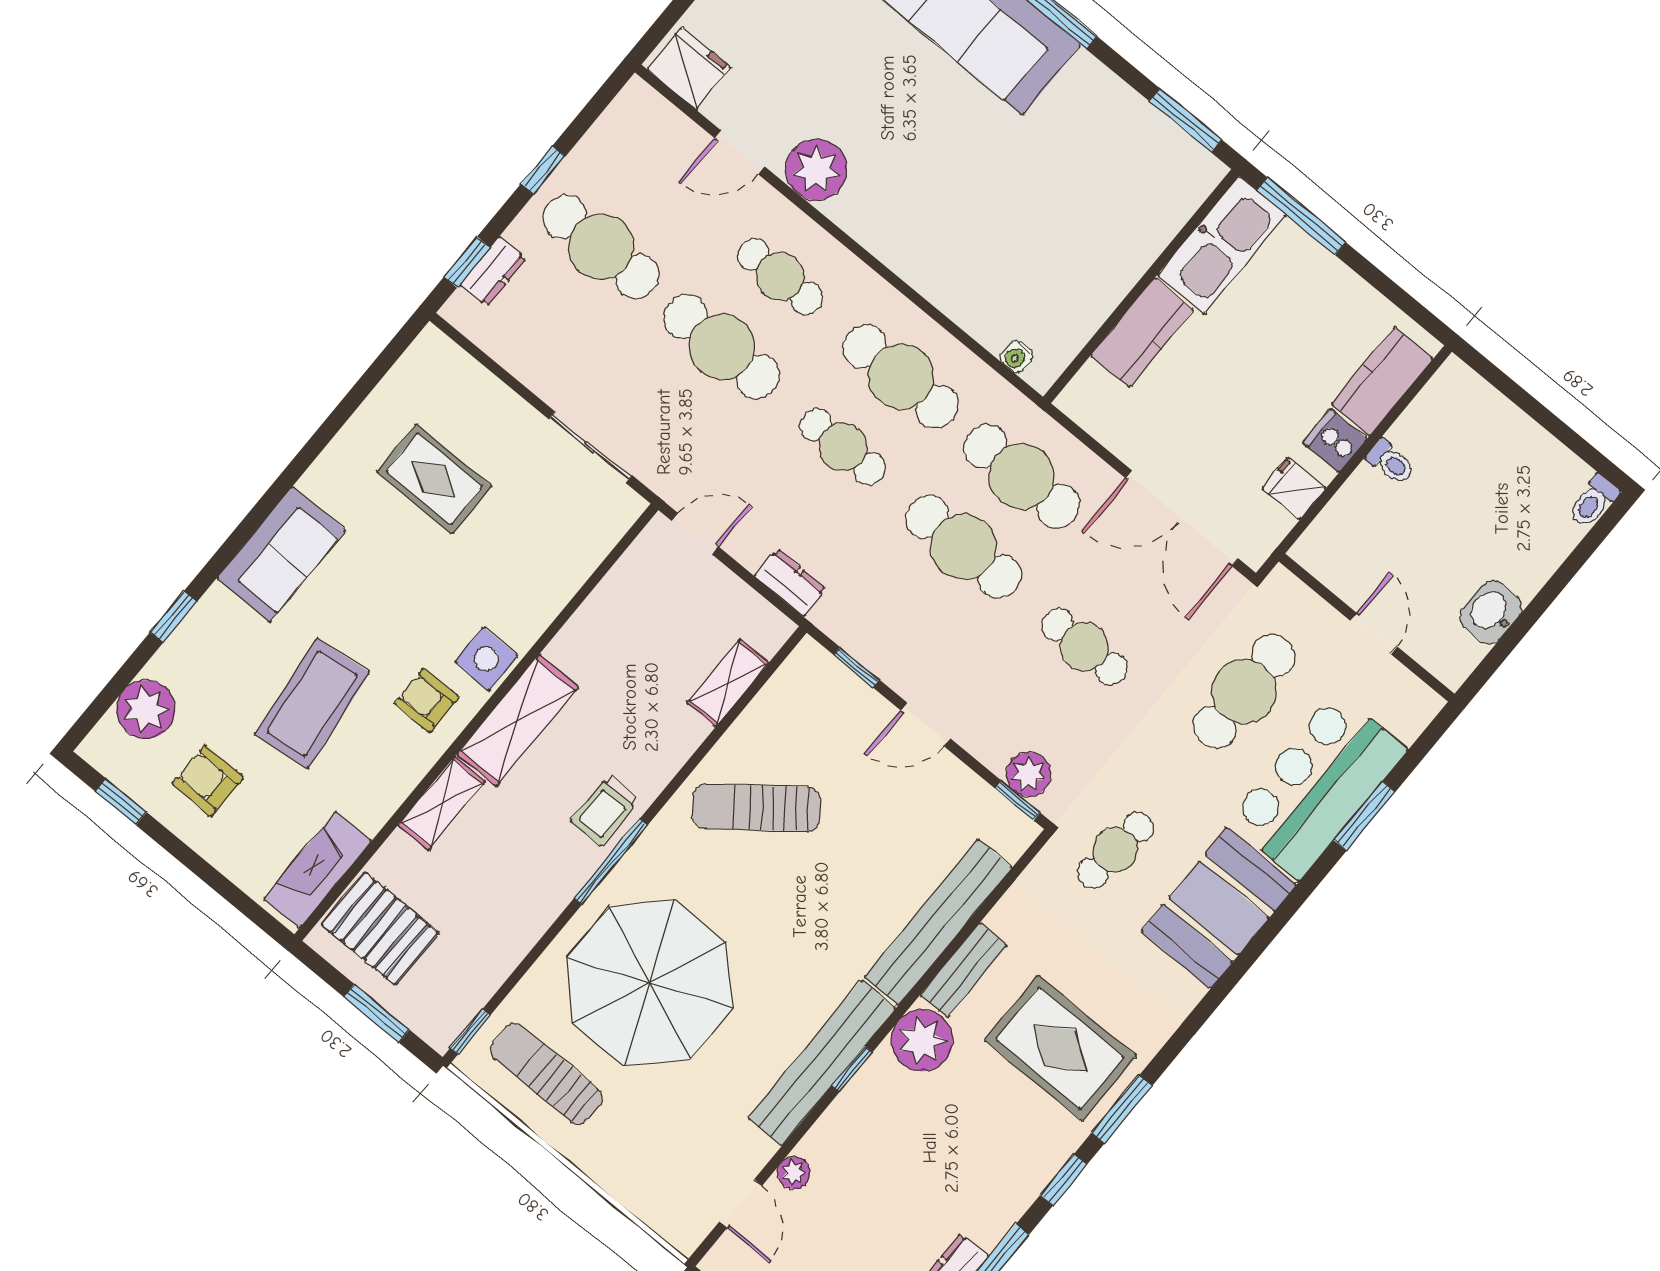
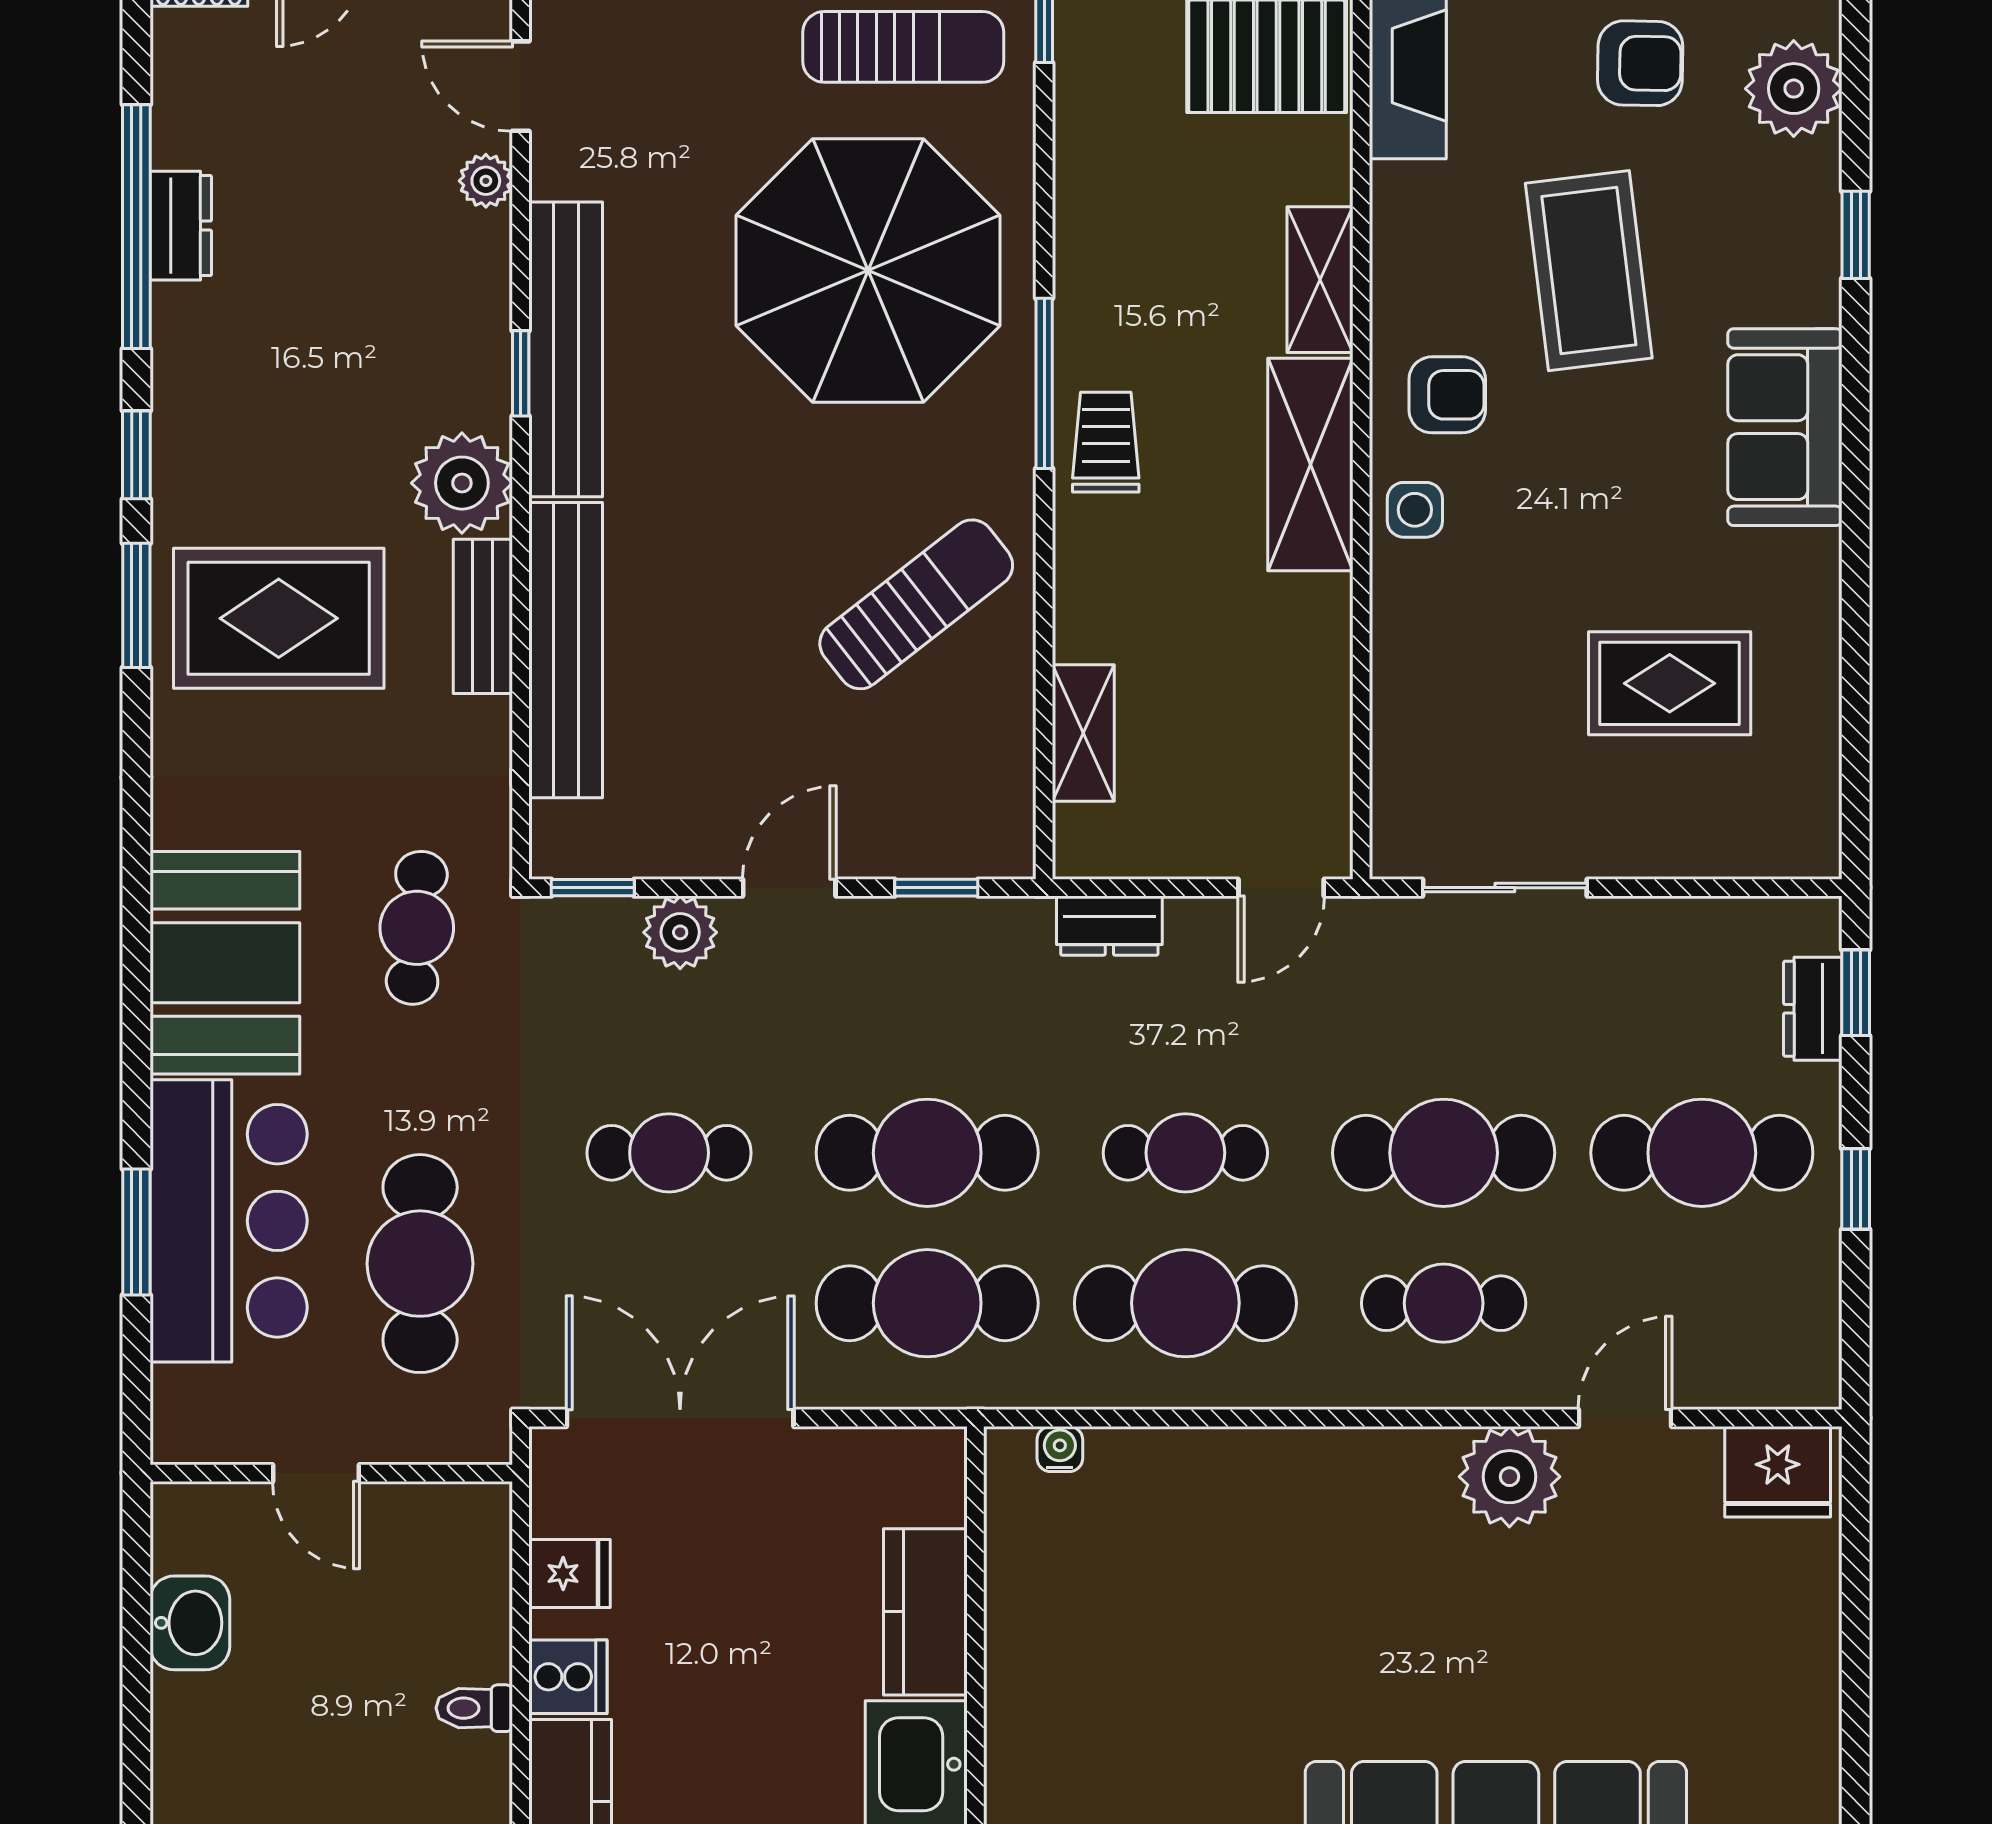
side table: (486, 659) -> (1415, 510), width x0.73, depth x0.73
plant: (1029, 774) -> (680, 932), moved

